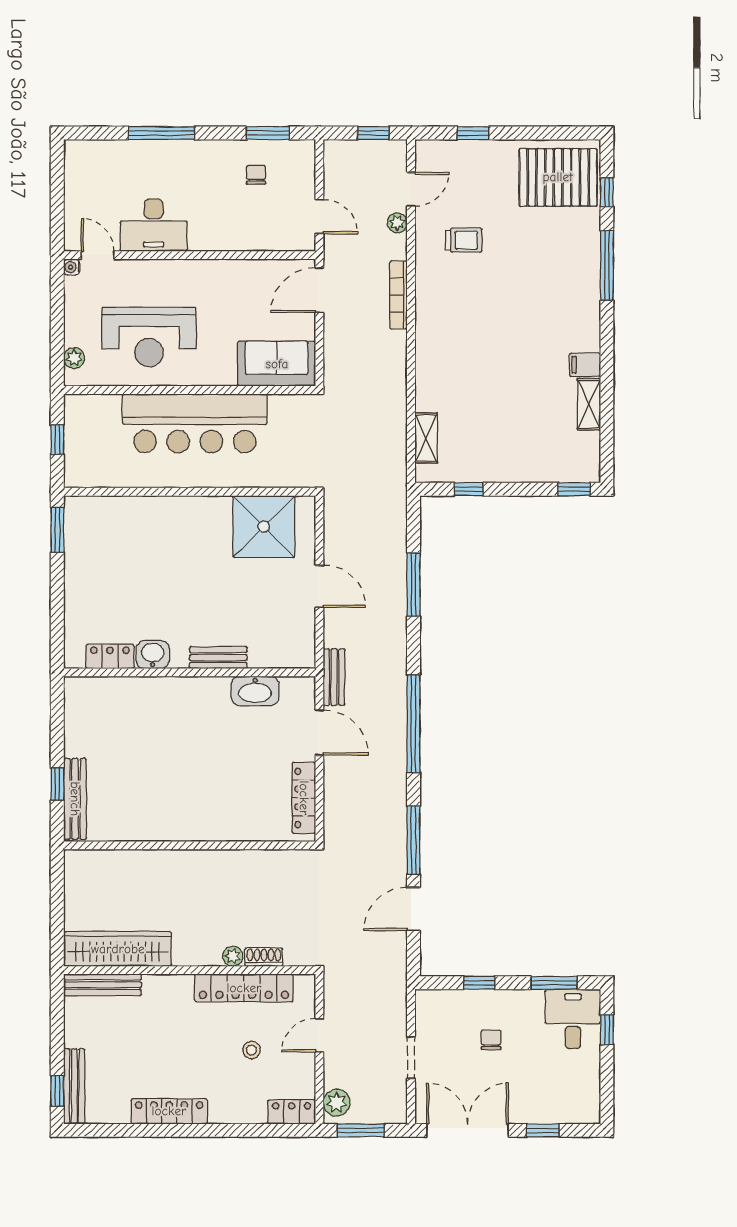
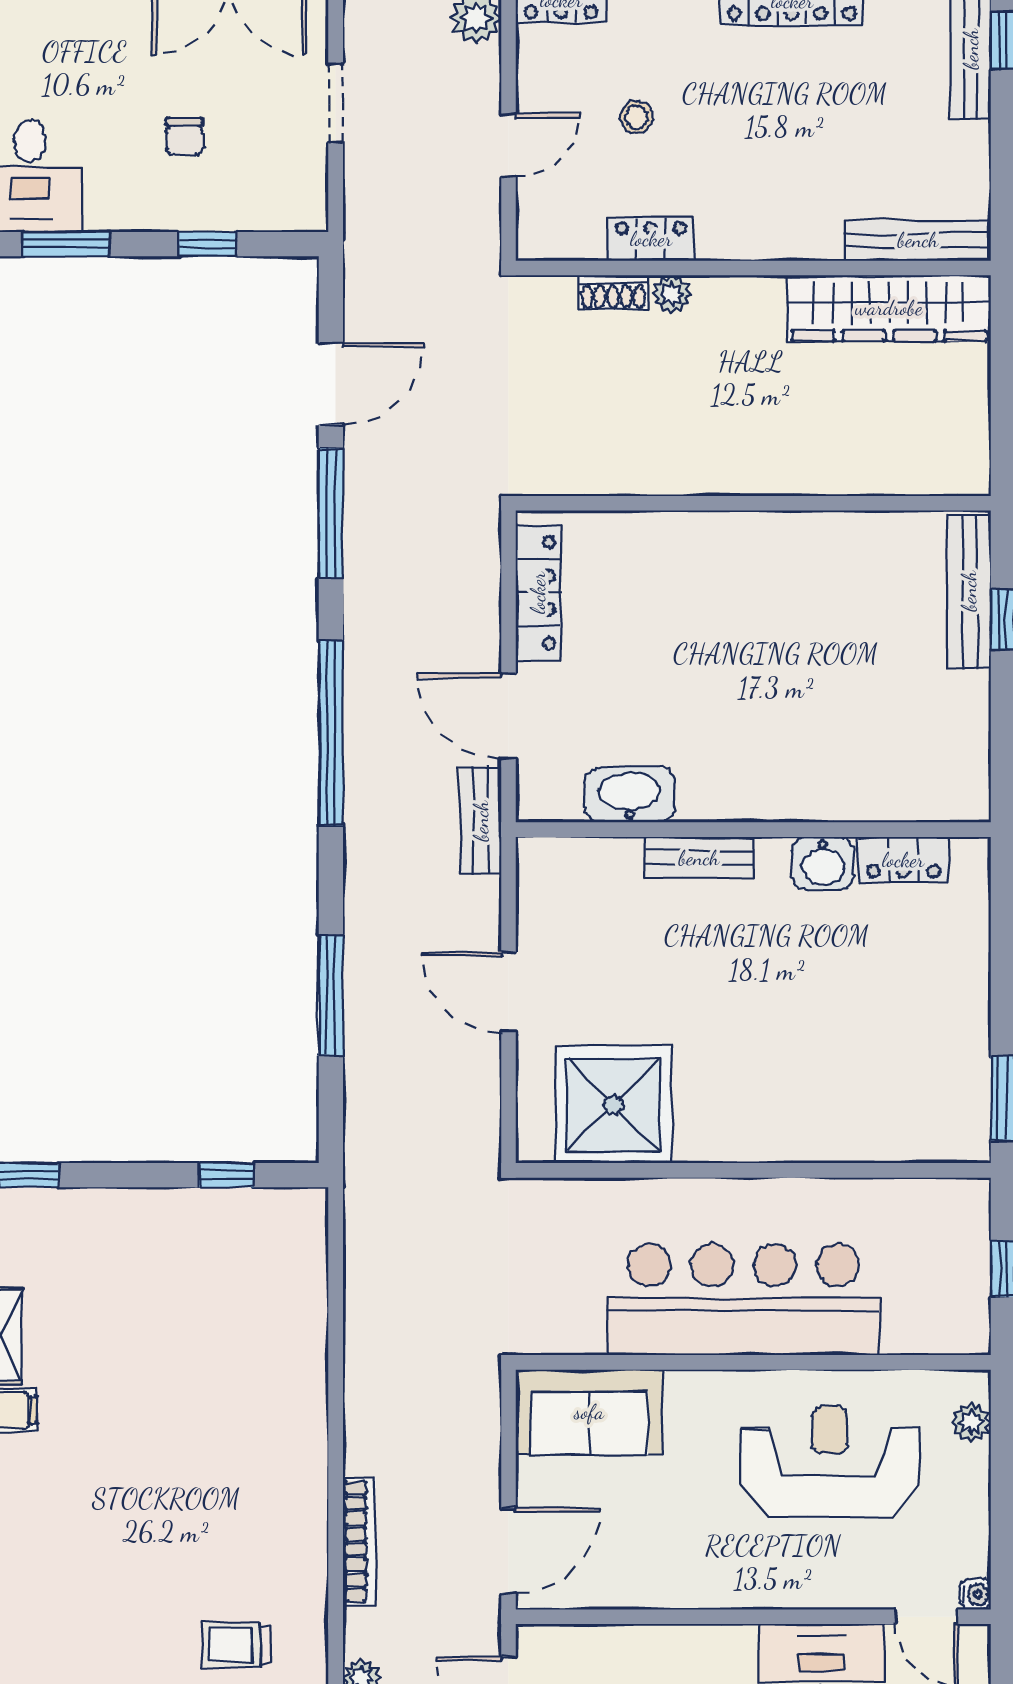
shelving: (426, 438) -> (307, 1272), removed
locker: (244, 988) -> (651, 239), width x0.46, depth x0.83

